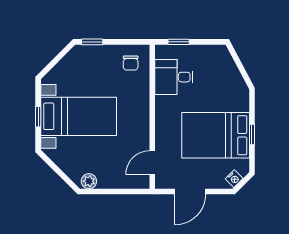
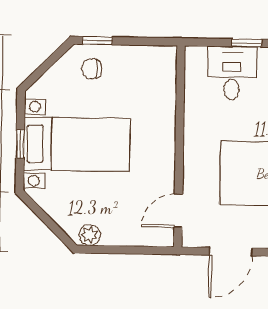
window: (179, 42) -> (247, 43), moved
chair: (131, 63) -> (92, 69), moved, turned 90
desk: (174, 77) -> (232, 73), moved, turned 90

